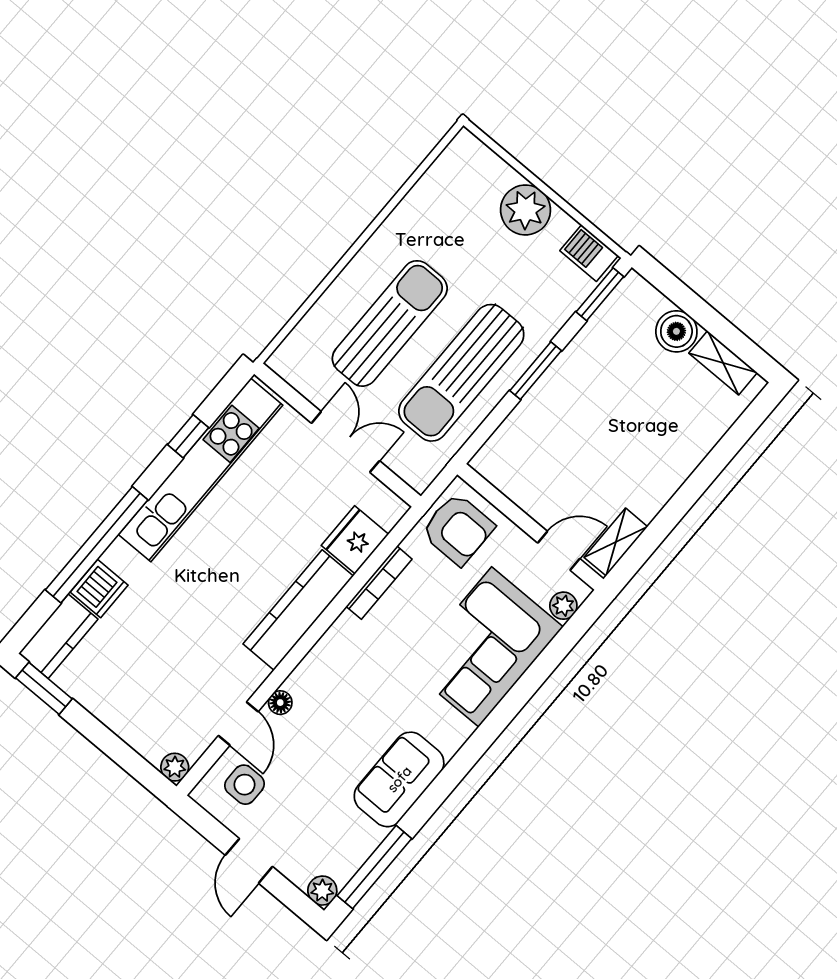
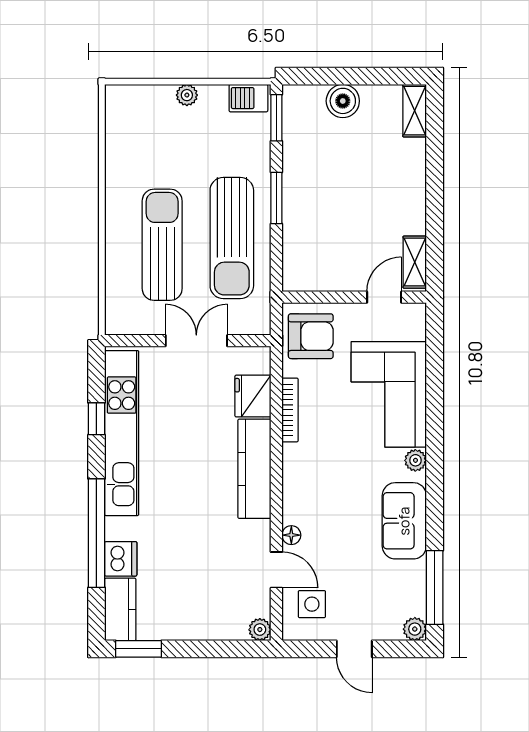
plant: (525, 210) -> (187, 95), width x0.53, depth x0.53
shelving: (723, 363) -> (415, 111), moved, turned 90
plant: (563, 606) -> (415, 460), moved

